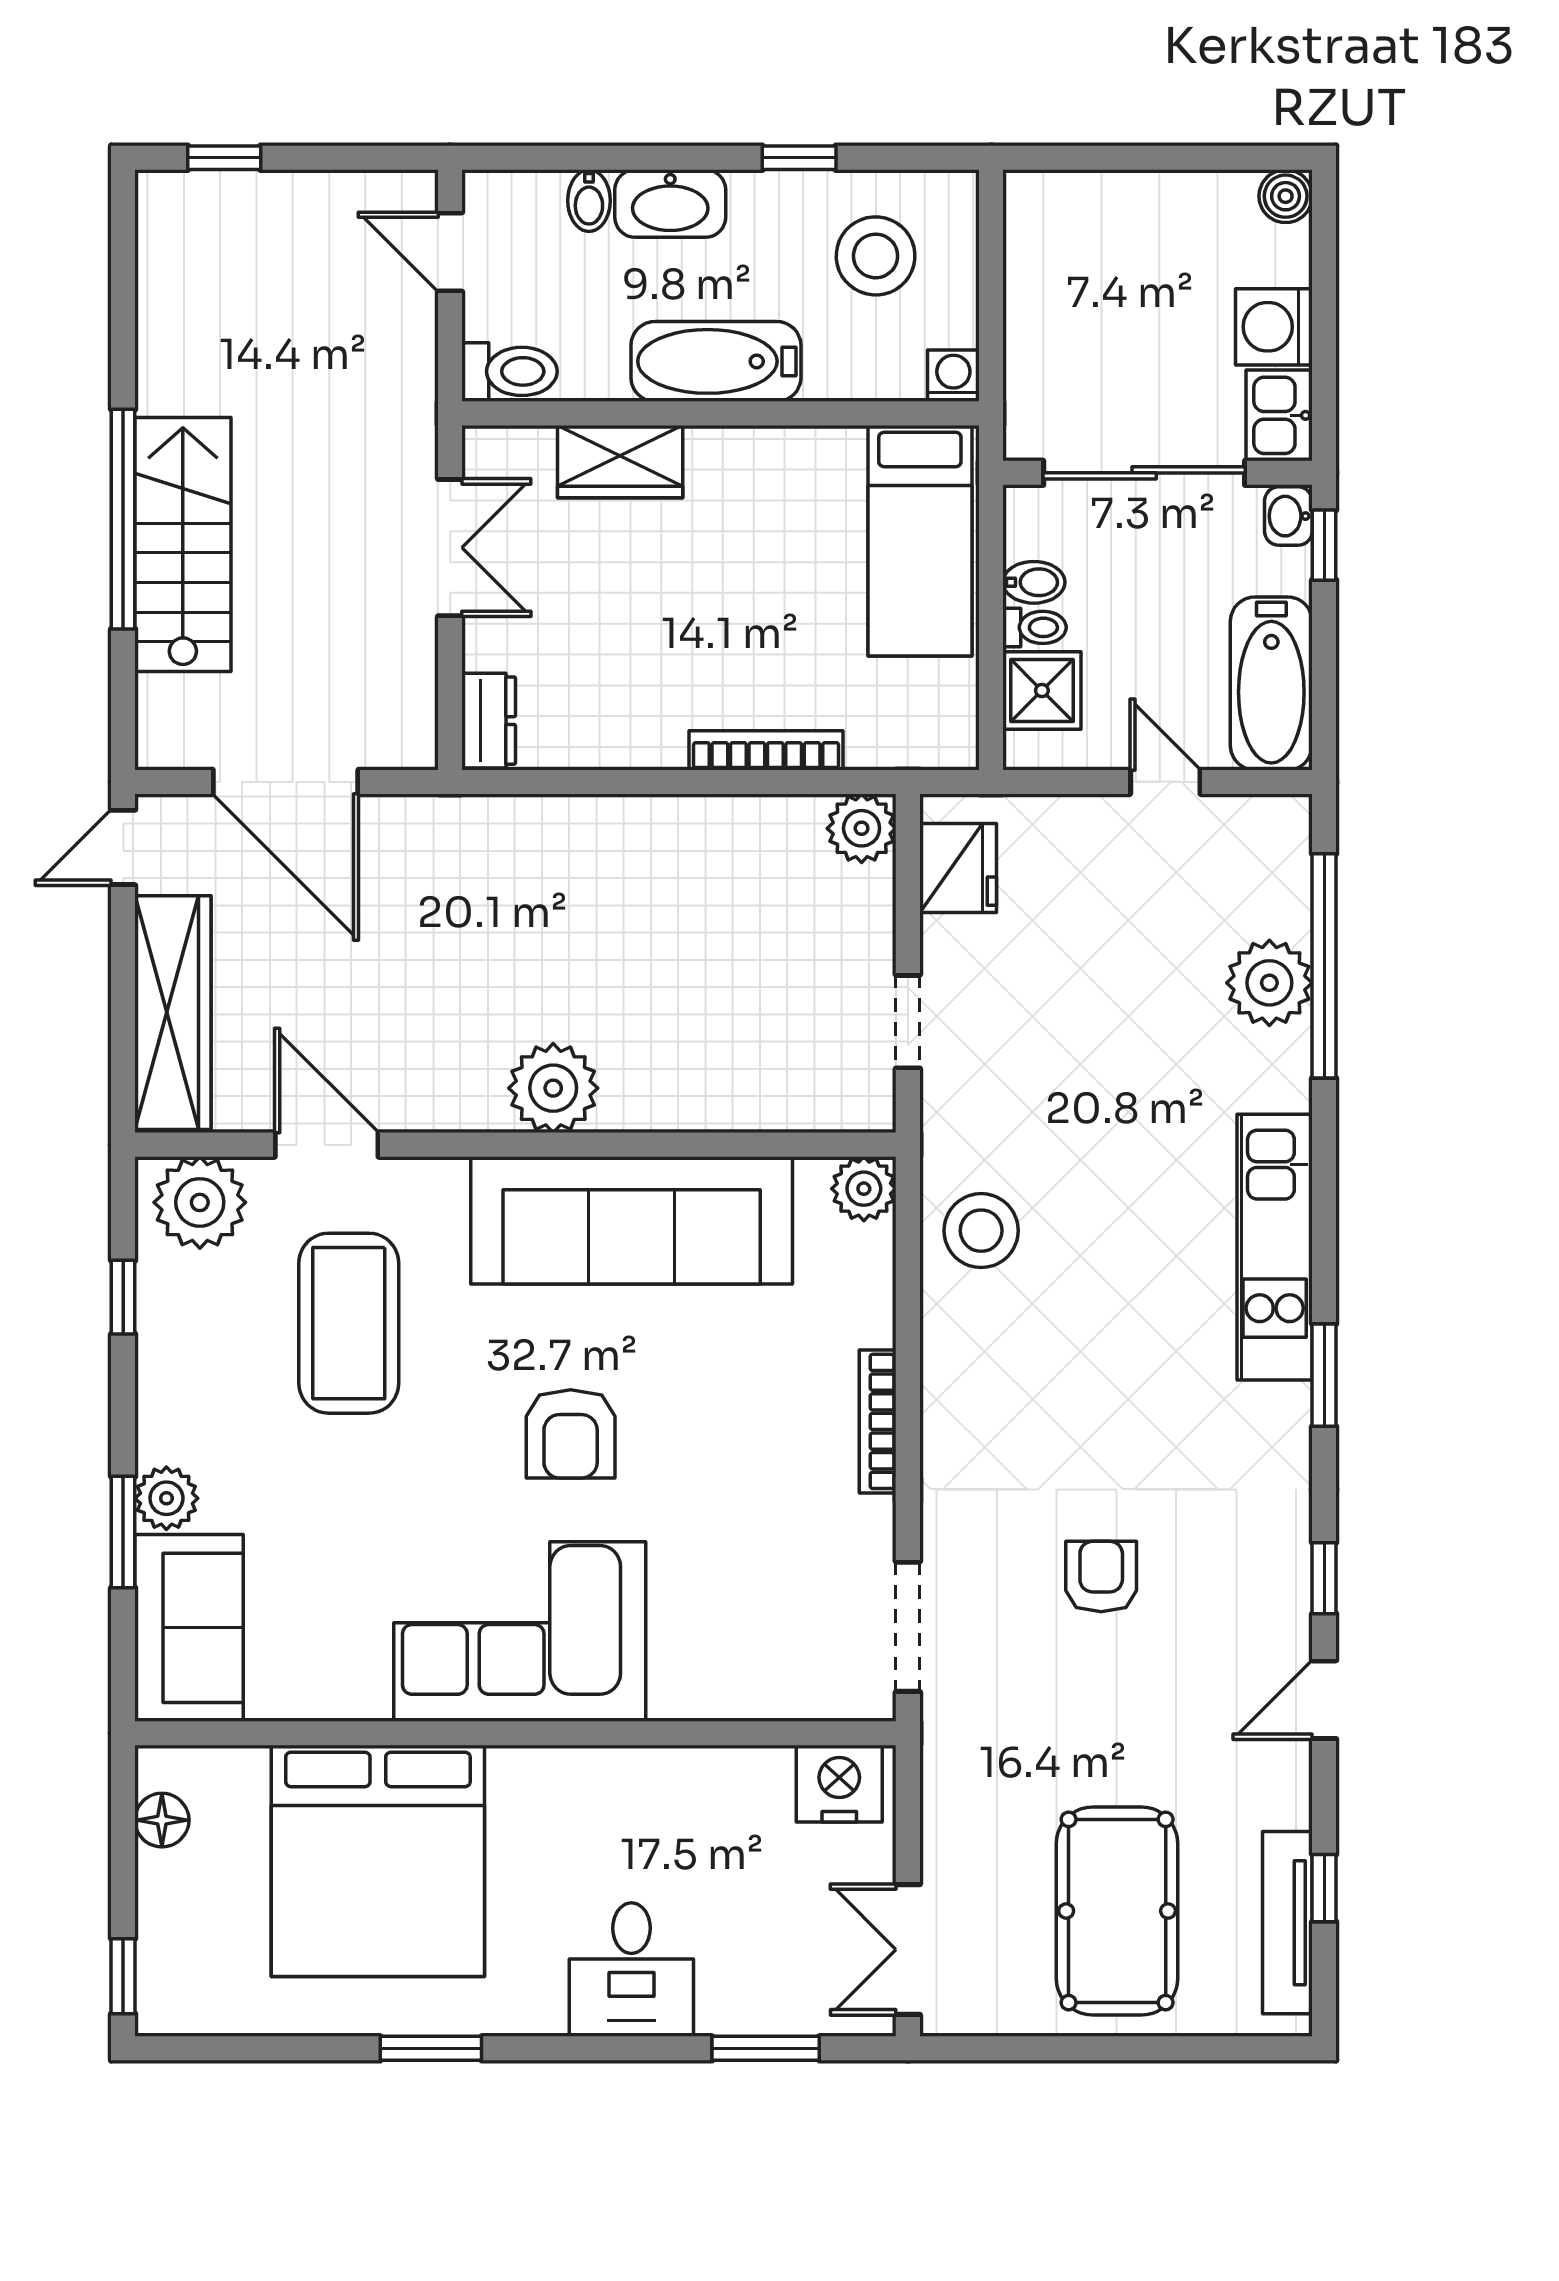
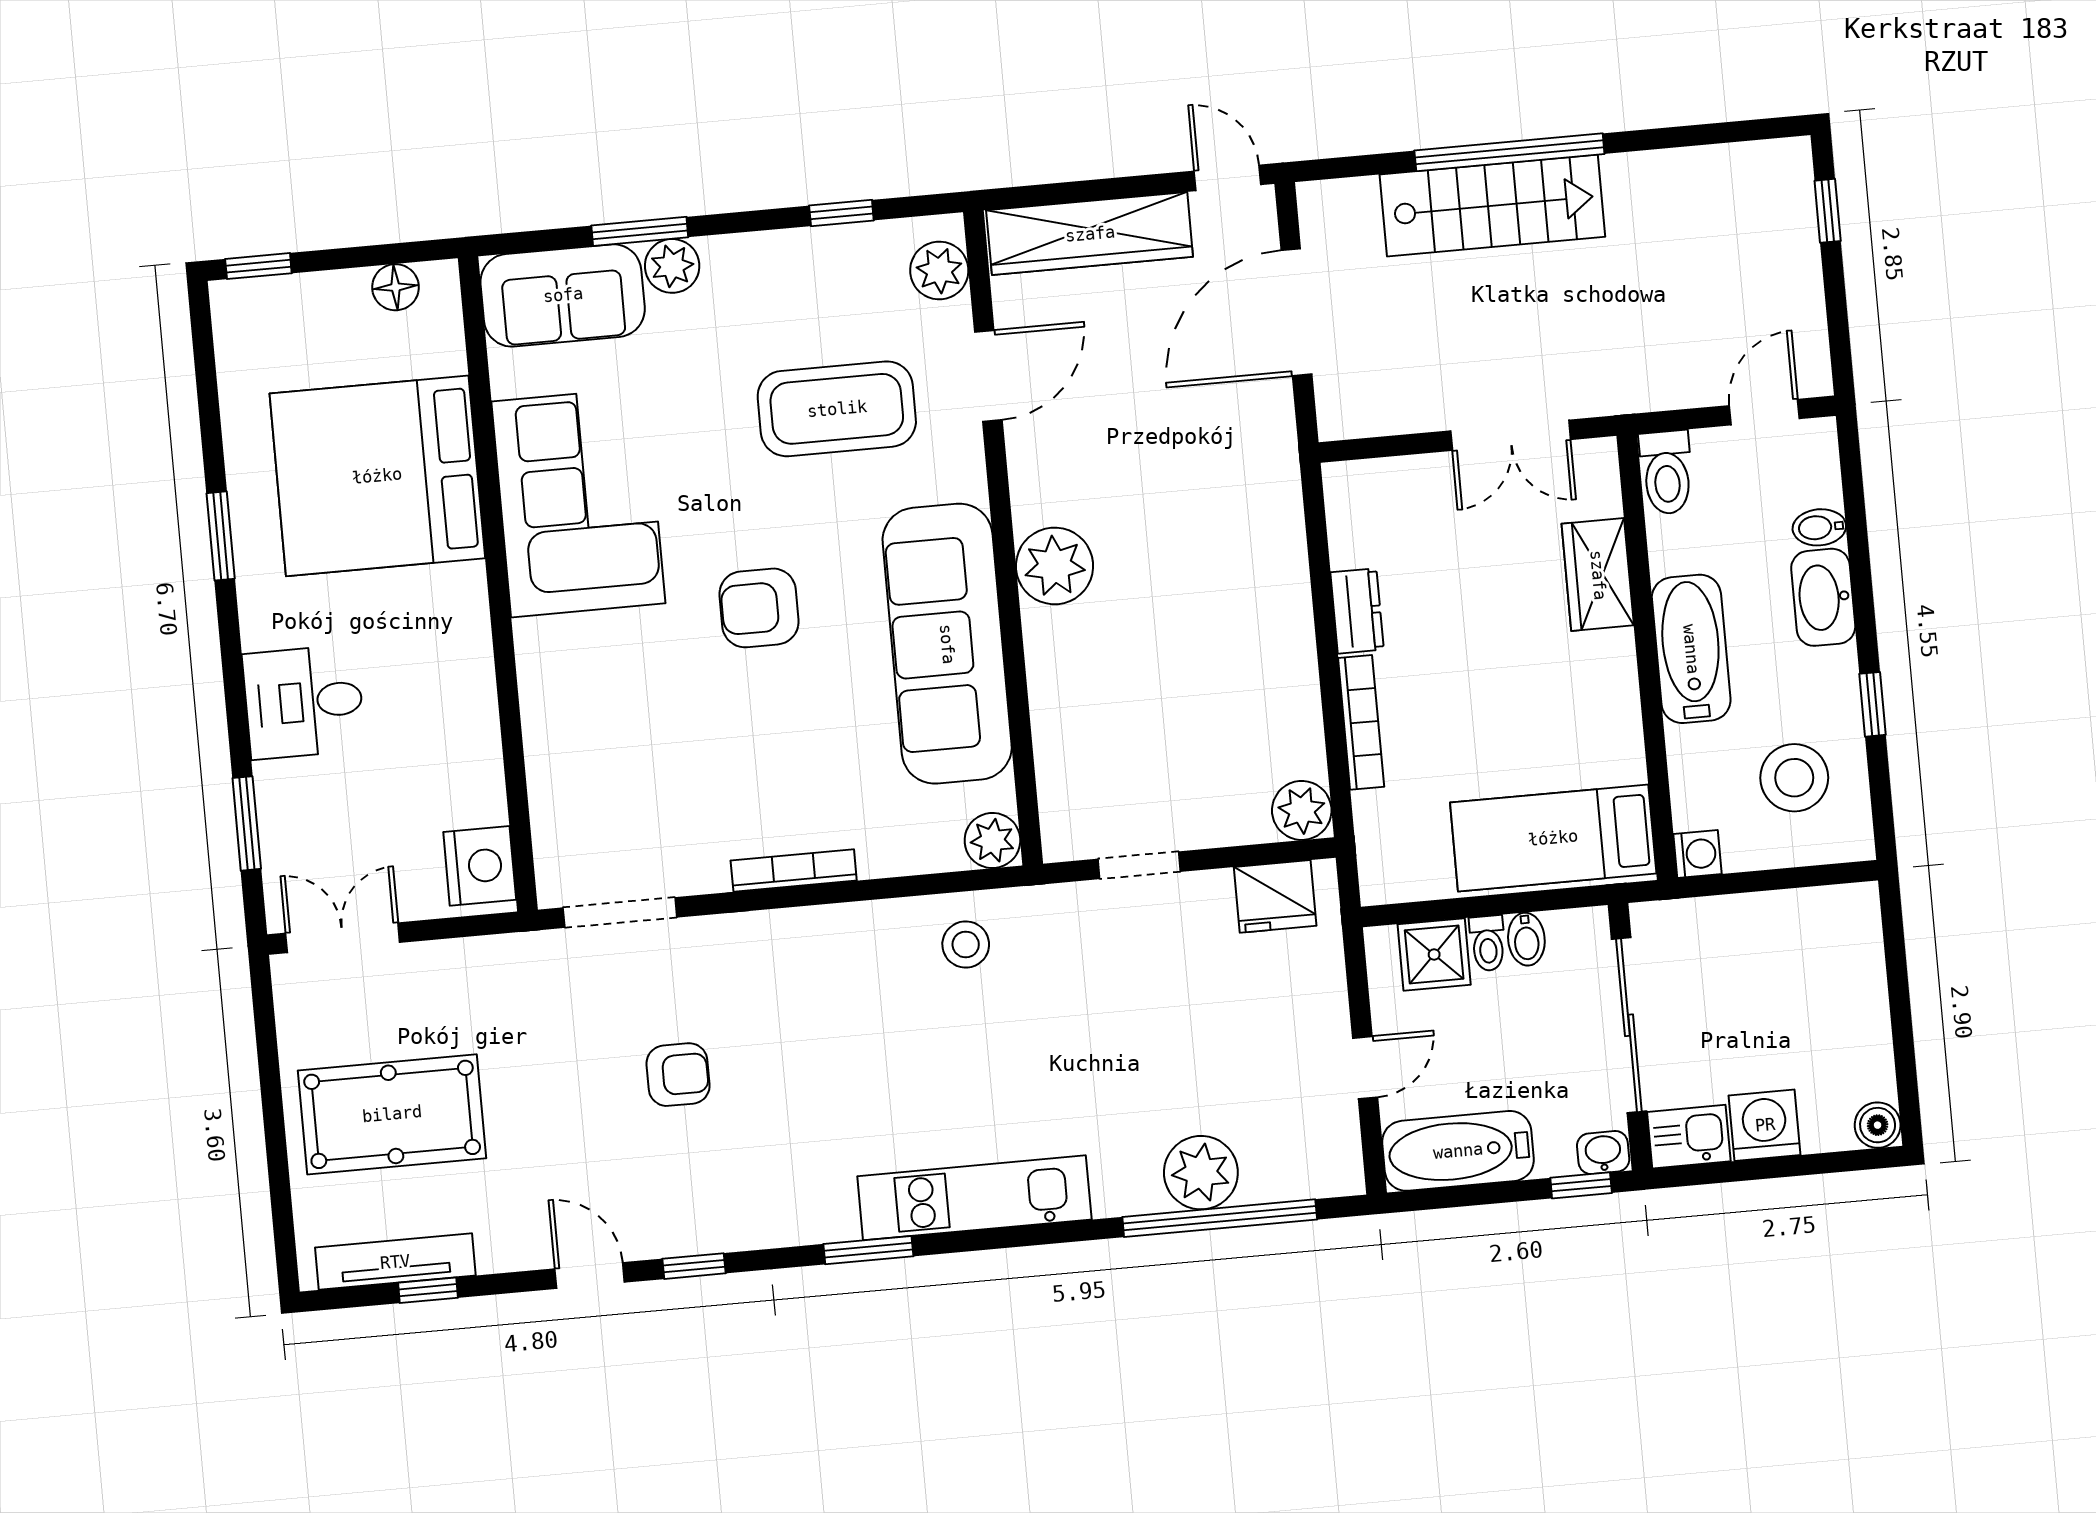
dresser: (489, 721) -> (1357, 611), moved, turned -90
plant: (200, 1202) -> (939, 271), width x0.73, depth x0.73
stool: (981, 1231) -> (966, 944), width x0.73, depth x0.73
corner sofa: (520, 1632) -> (578, 502), moved

